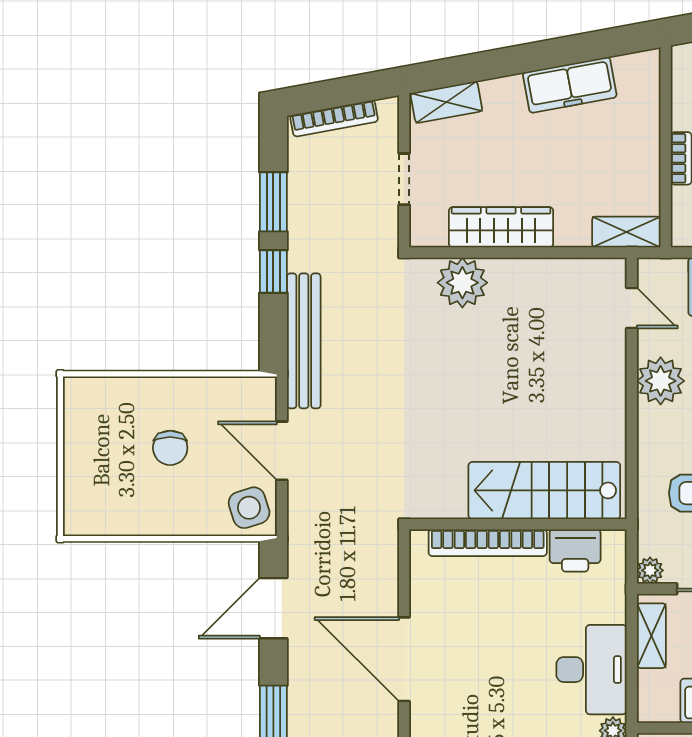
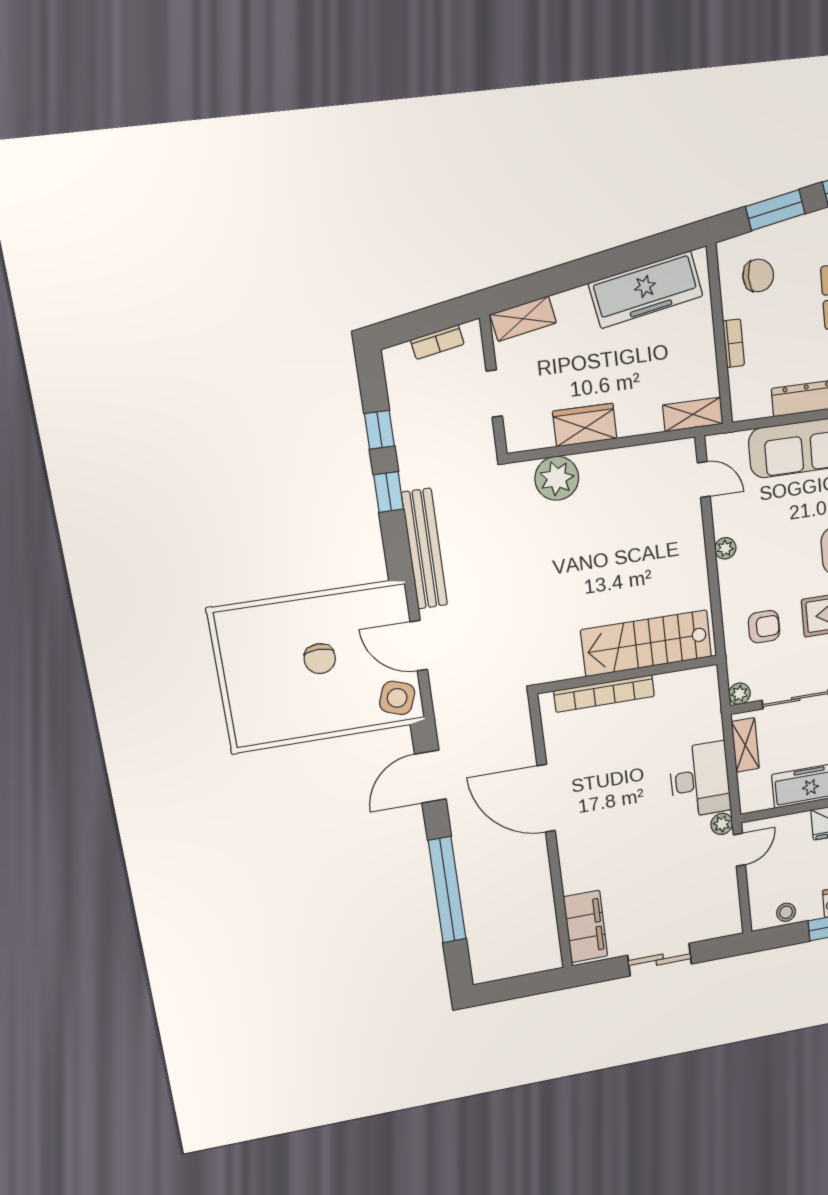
freezer: (570, 85) -> (646, 290), width x1.36, depth x1.26
bookcase: (334, 118) -> (437, 342), width x0.64
window: (273, 202) -> (379, 430), width x0.67
wardrobe: (501, 227) -> (585, 425), width x0.67
plant: (661, 381) -> (725, 548), width x0.53, depth x0.53
side table: (249, 508) -> (397, 698), turned 38
printer: (575, 550) -> (677, 688), removed

